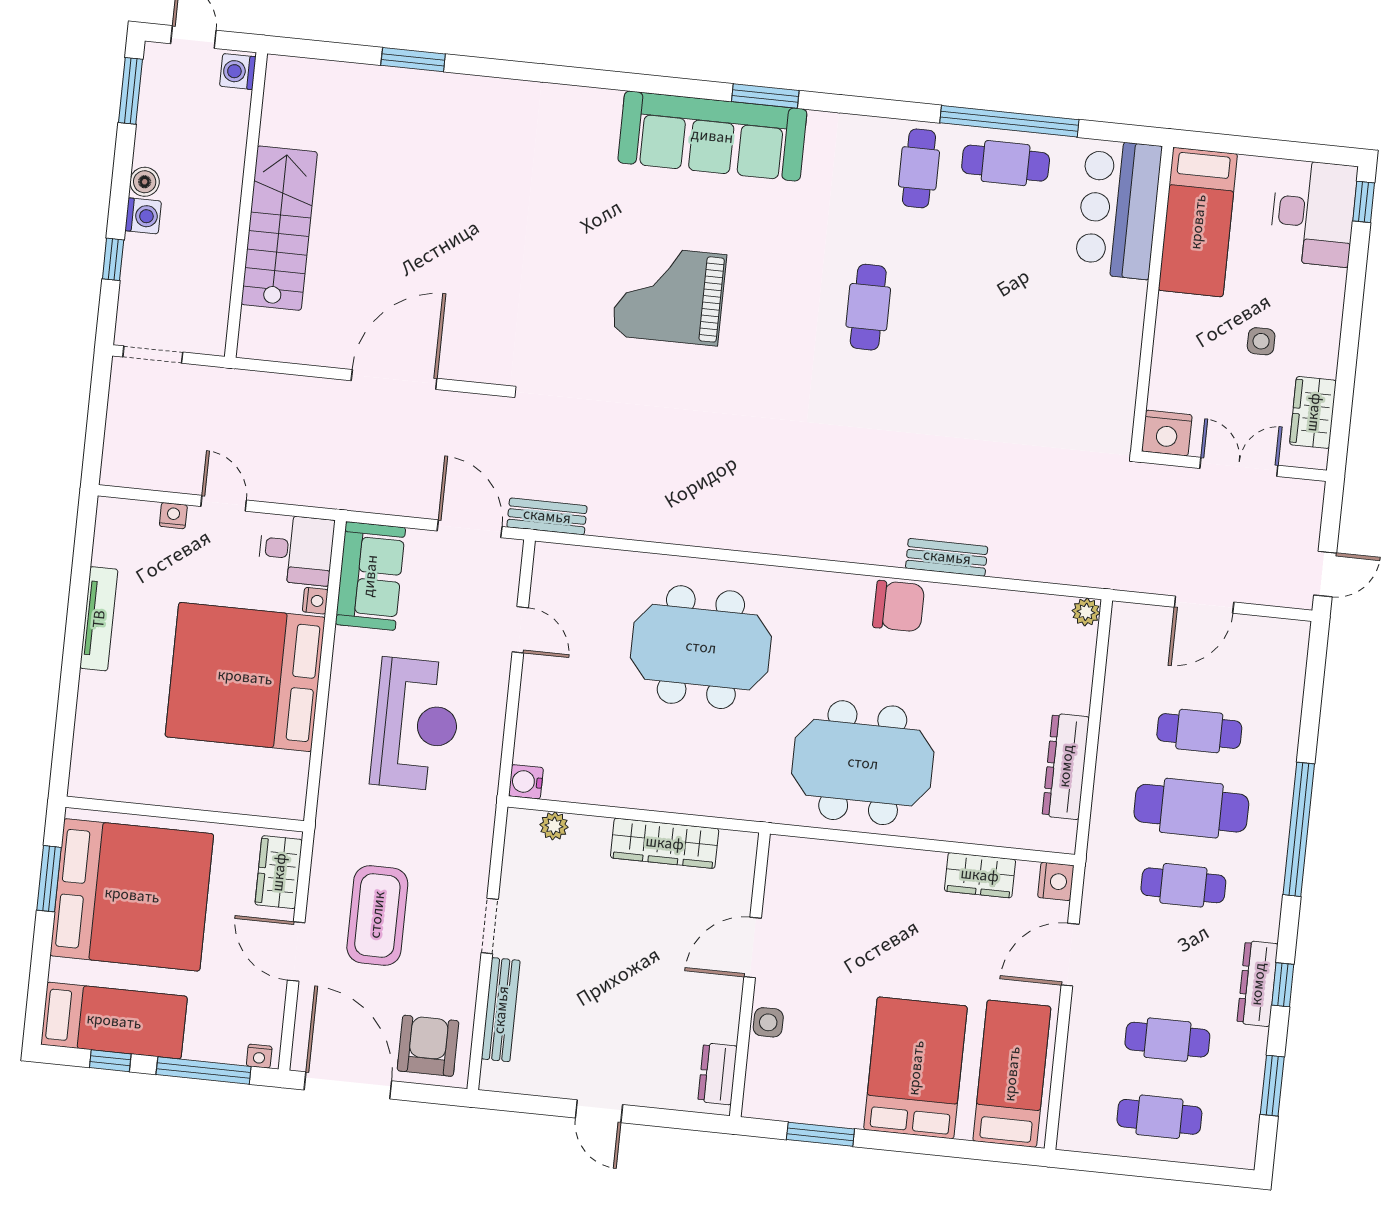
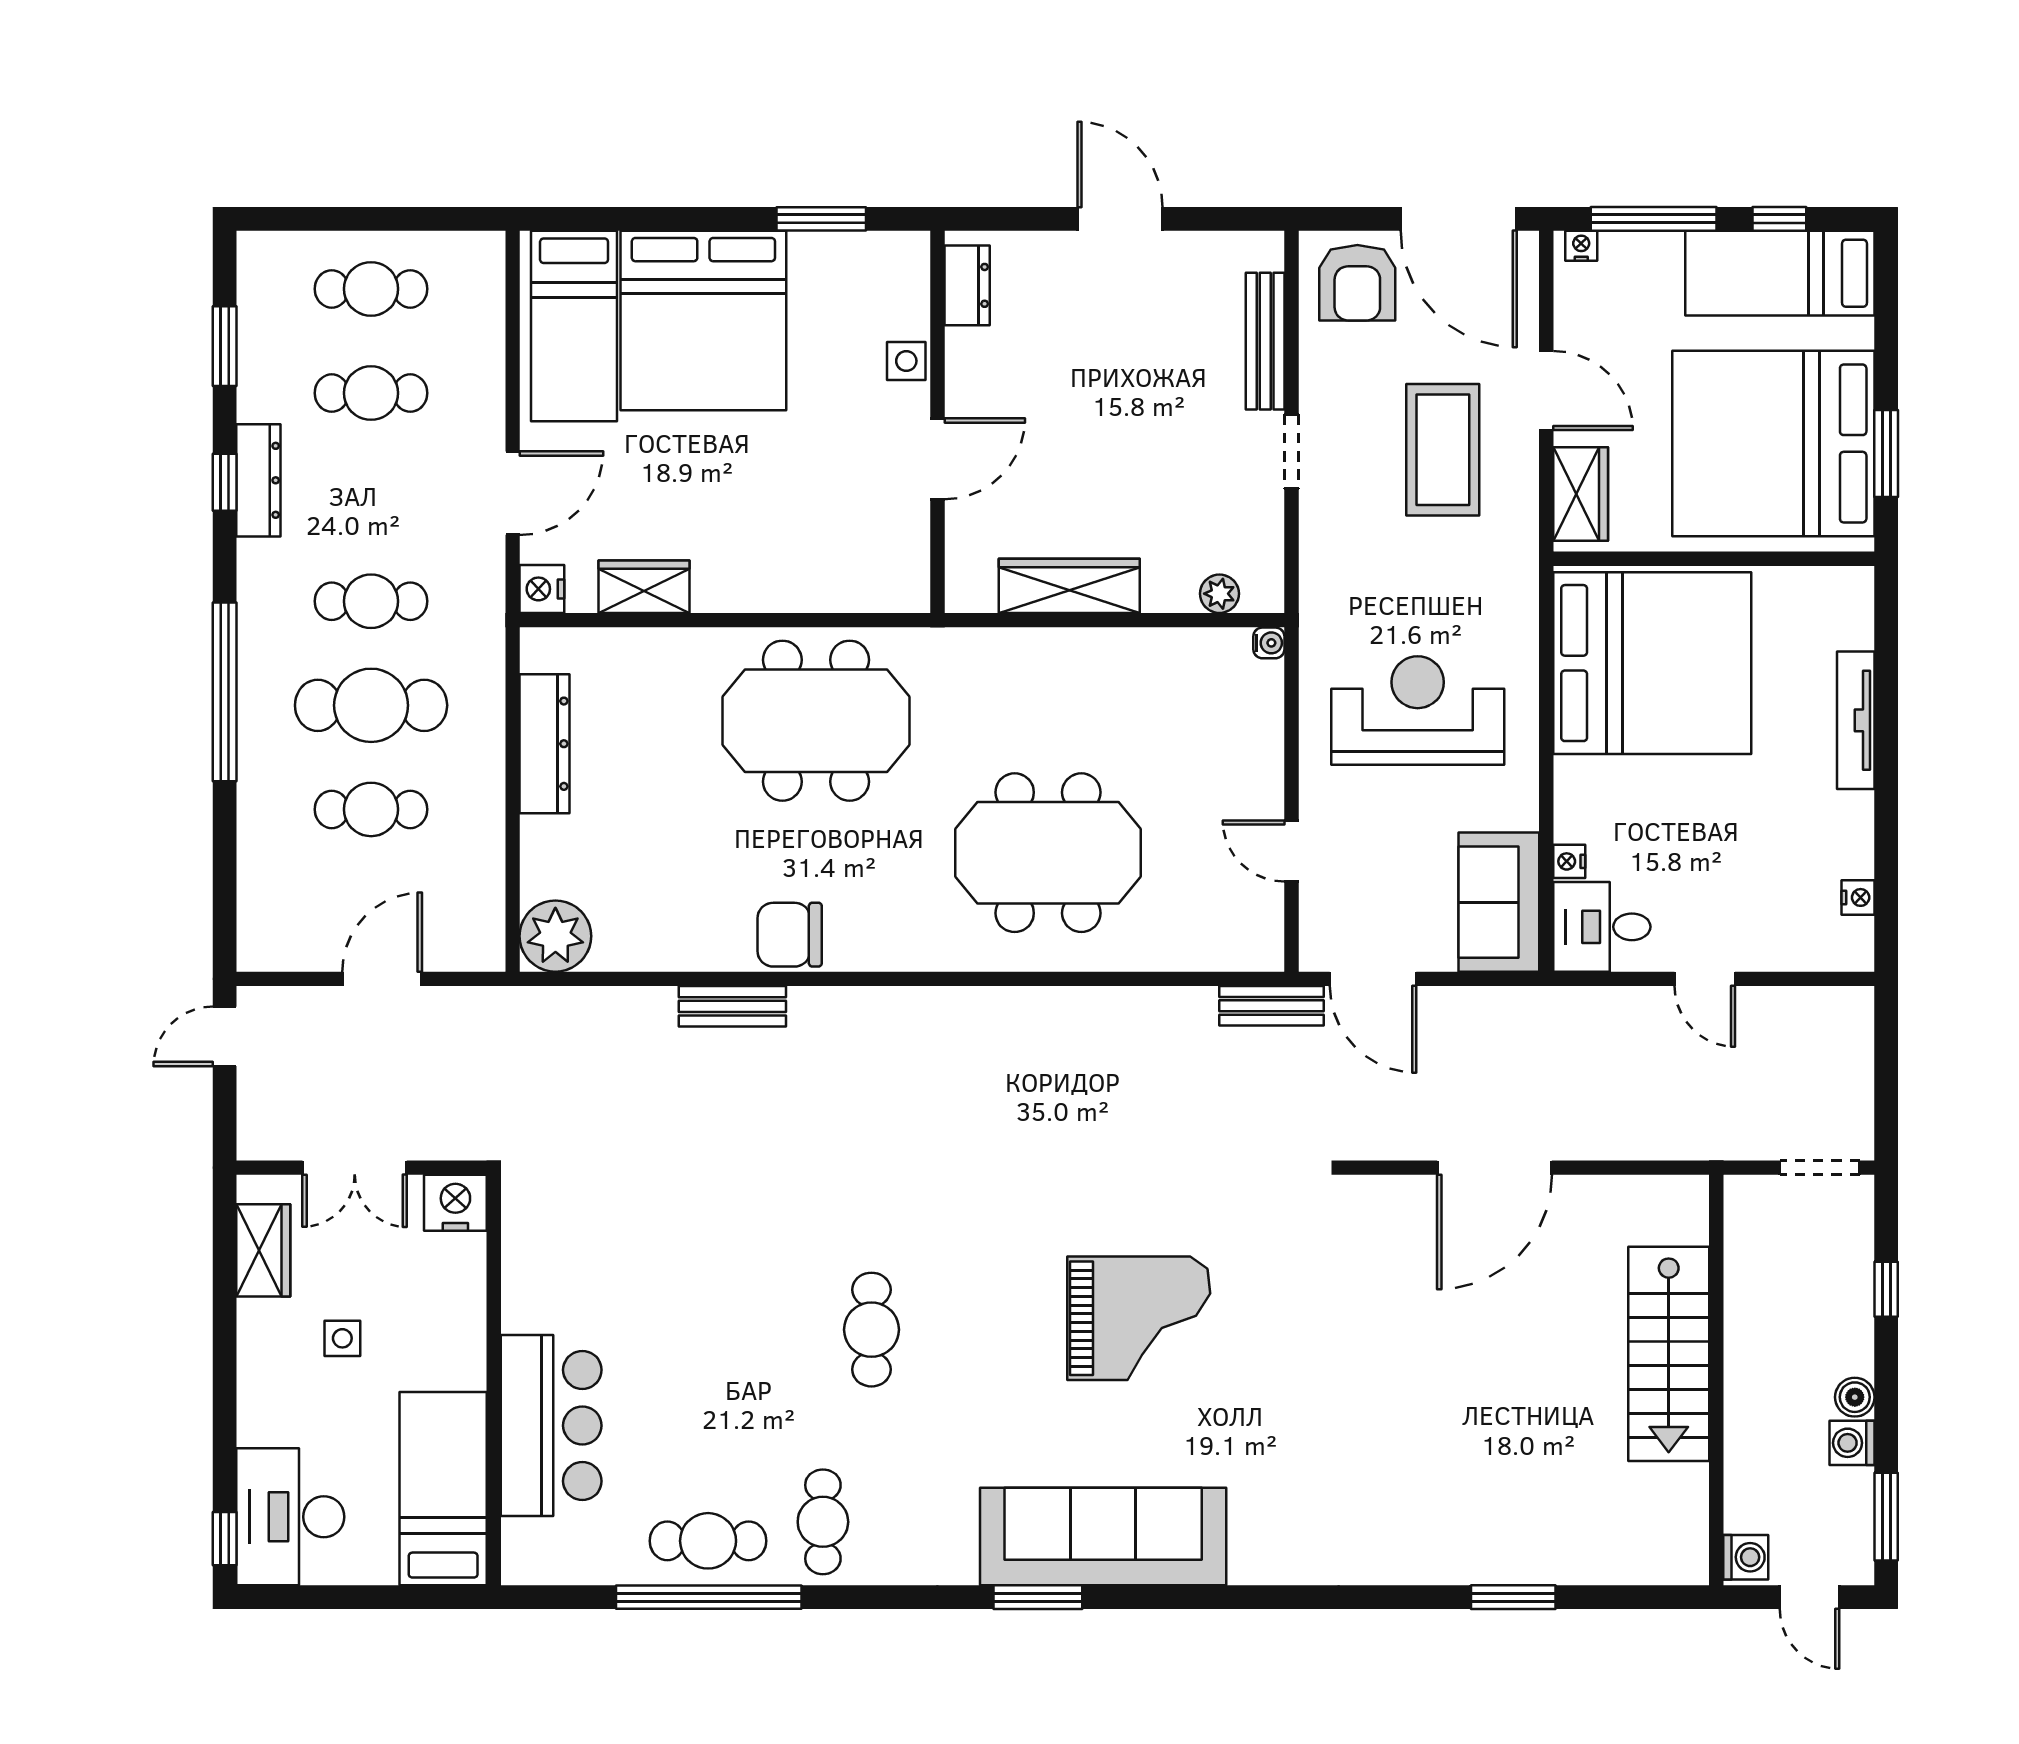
bar counter: (1118, 209) -> (551, 1426), moved
washing machine: (143, 216) -> (1852, 1443), moved
nightstand: (173, 516) -> (1858, 897), moved, turned -90
plant: (1086, 612) -> (555, 936), width x1.87, depth x1.87
tv unit: (99, 619) -> (1856, 720), moved
bed: (245, 677) -> (1652, 663), moved
reception desk: (416, 724) -> (1418, 710), turned 90
water cooler: (526, 782) -> (1269, 643), width x0.72, depth x0.72
bed: (916, 1068) -> (703, 321), width x1.36
door: (599, 1111) -> (1120, 219), width x1.38

